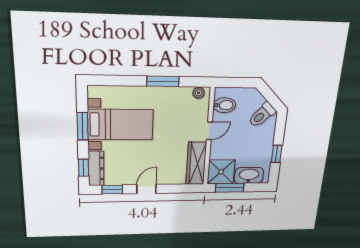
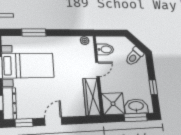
window: (163, 81) -> (34, 32), moved
window: (230, 188) -> (136, 117), moved

